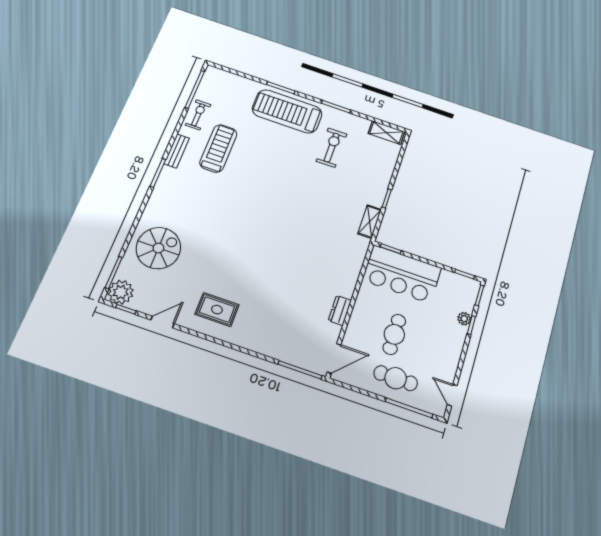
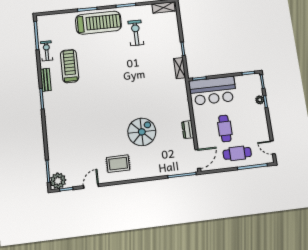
treadmill: (287, 111) -> (98, 23), turned 180
spiral stairs: (158, 248) -> (142, 132), moved

